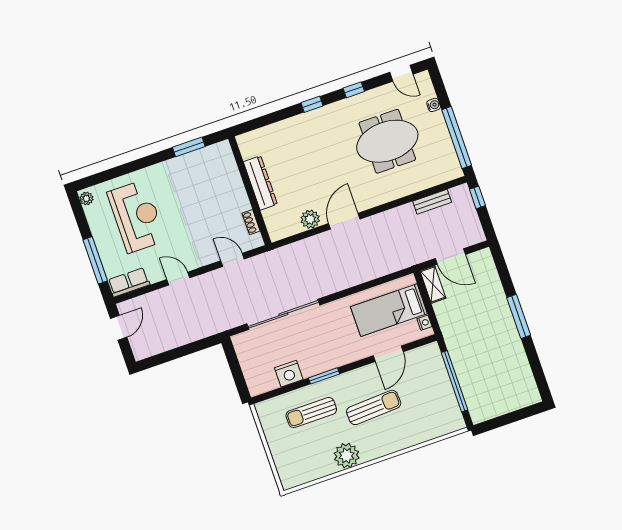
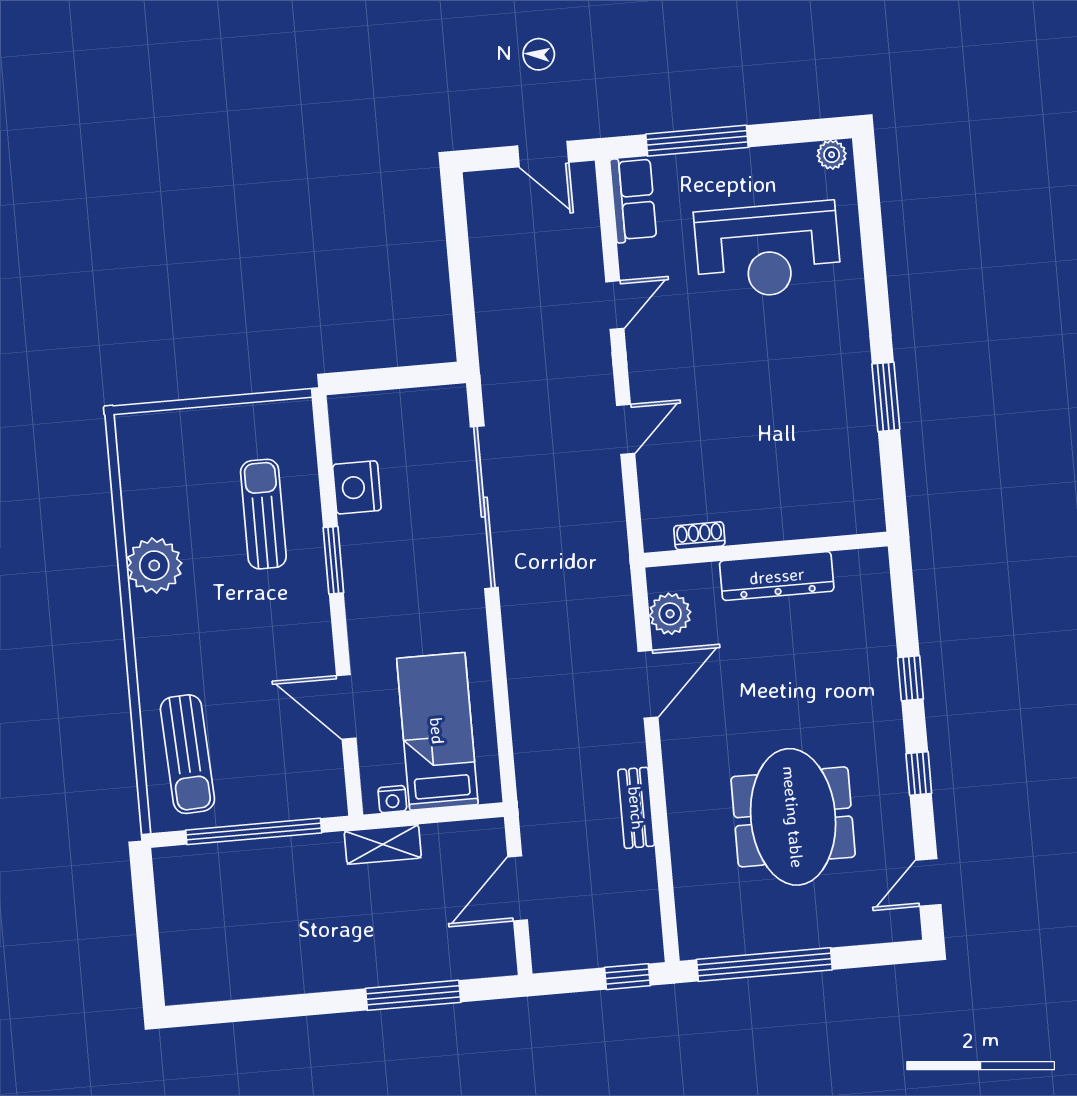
water cooler: (434, 105) -> (845, 933), removed
dresser: (260, 183) -> (777, 576), moved
wall: (250, 191) -> (766, 550), moved
bench: (432, 202) -> (636, 808), moved
door: (344, 221) -> (648, 684), hinge flipped
shoe rack: (251, 222) -> (699, 536), moved
shelving: (433, 284) -> (383, 844), moved
window: (519, 316) -> (413, 995), moved
sun lounger: (374, 407) -> (187, 754), moved

